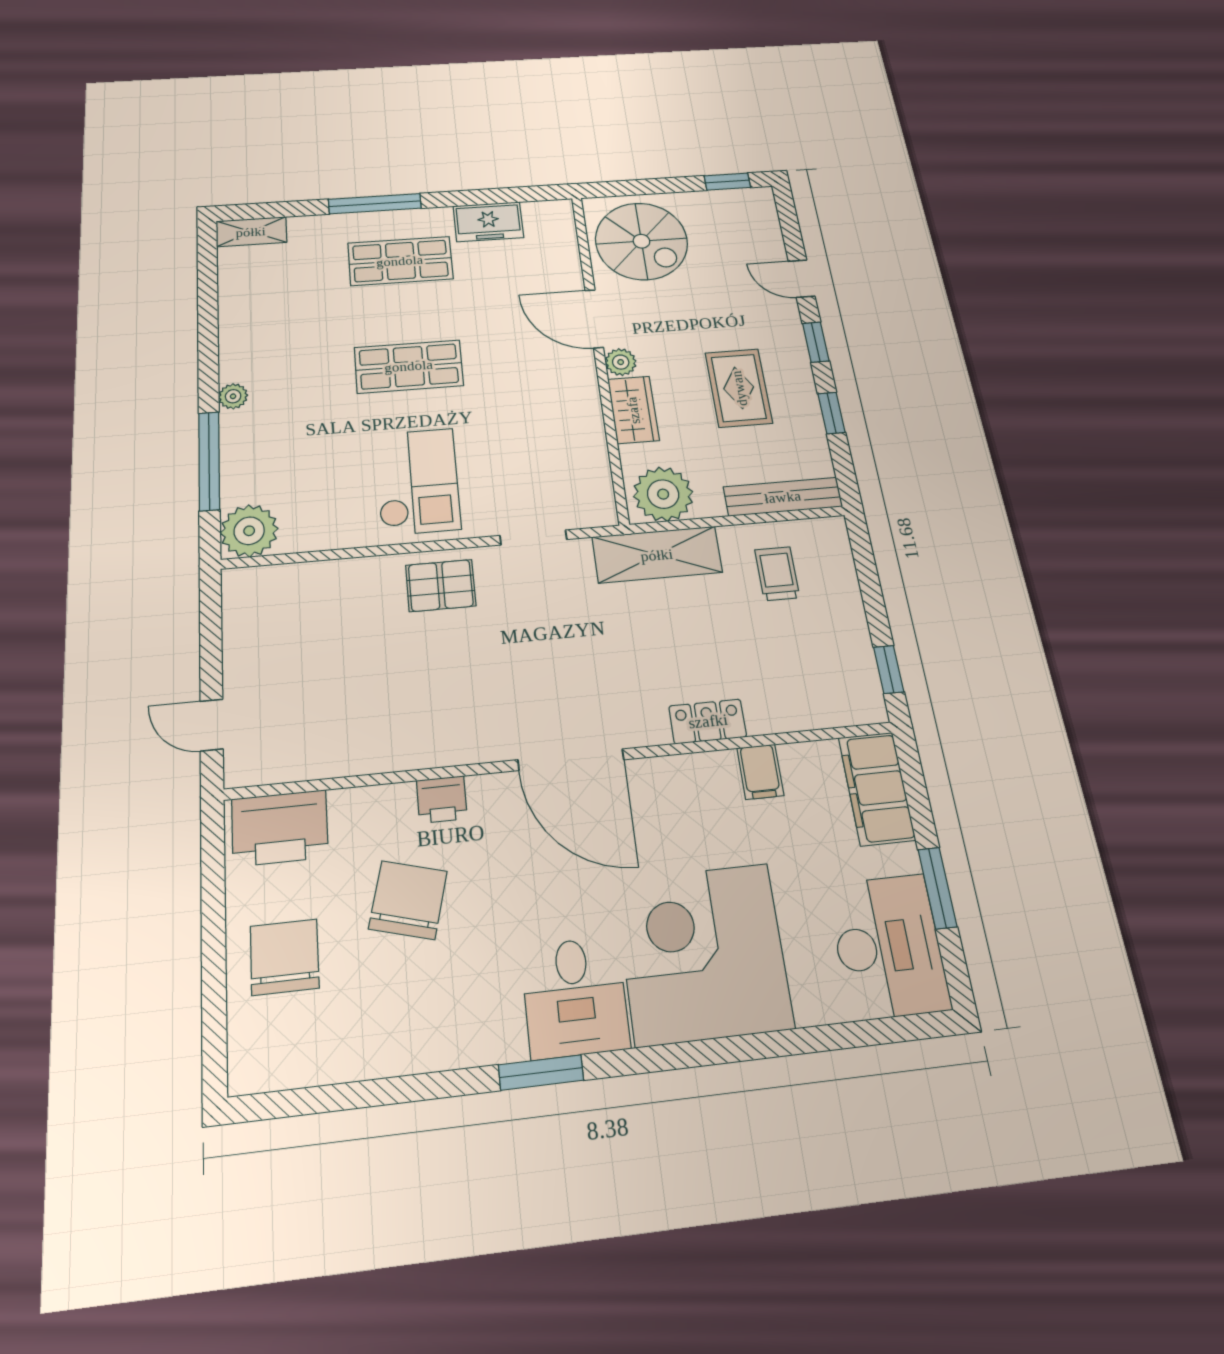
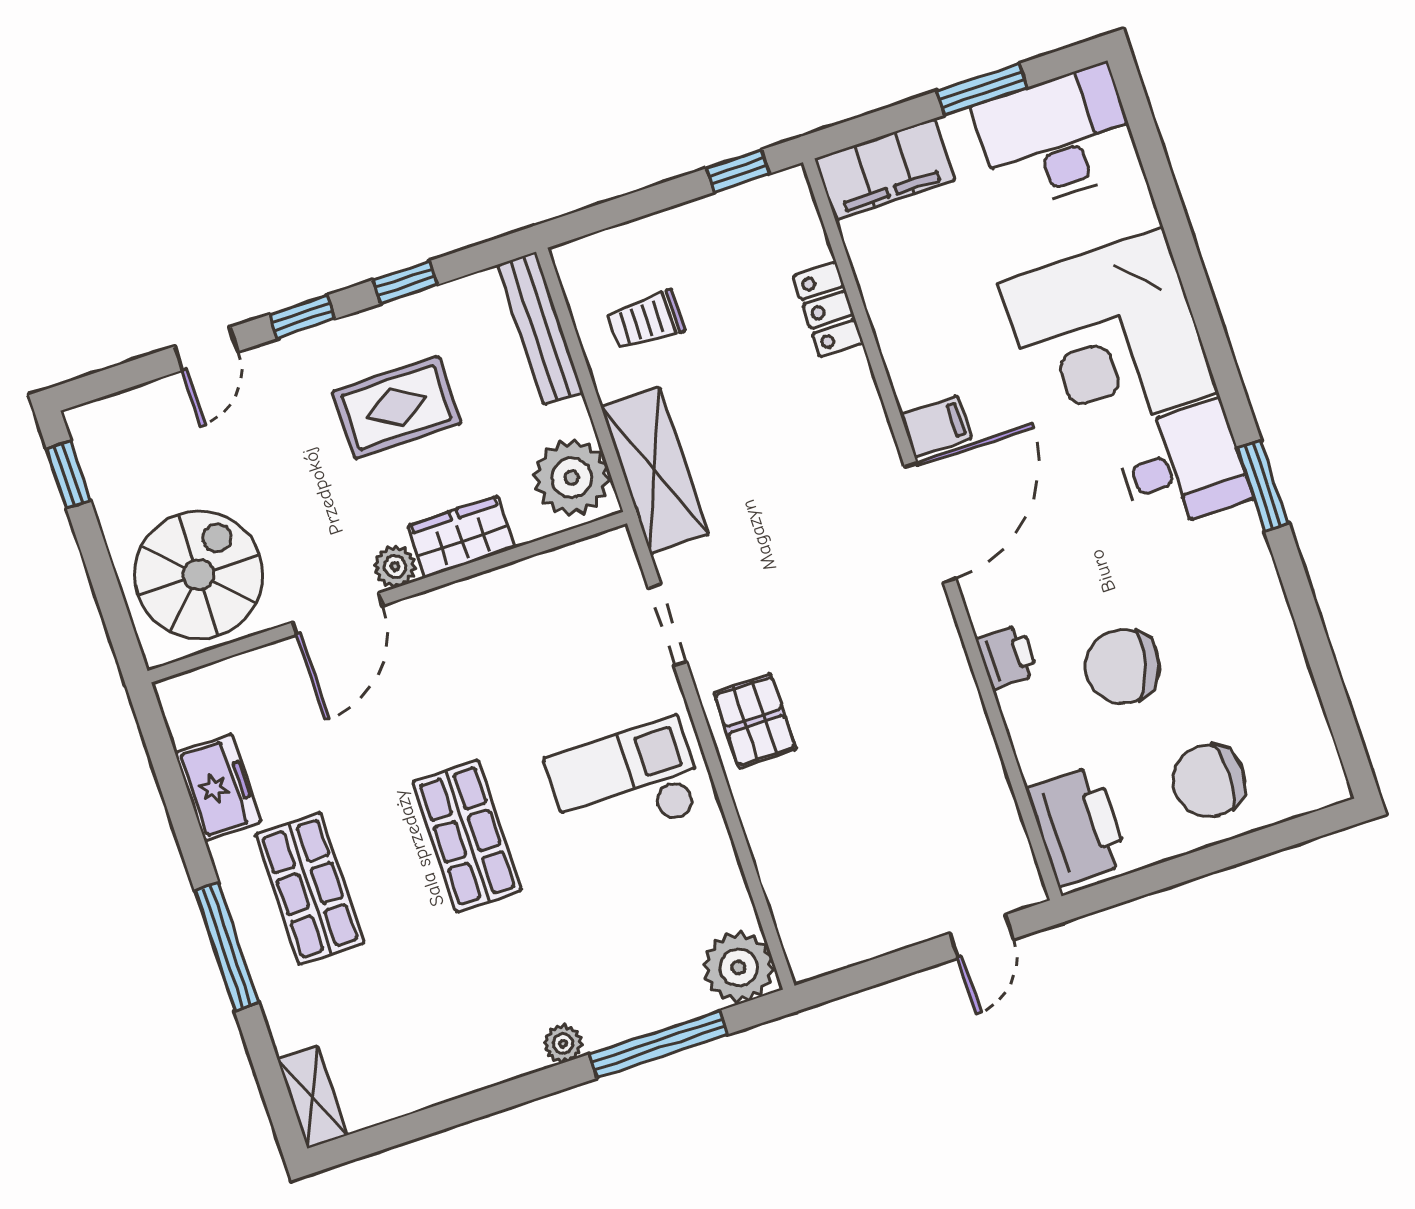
locker: (708, 721) -> (828, 310), moved
filing cabinet: (760, 772) -> (936, 427), moved

